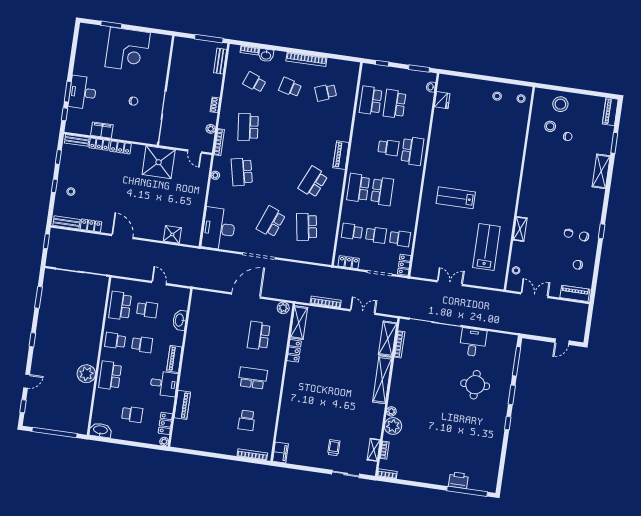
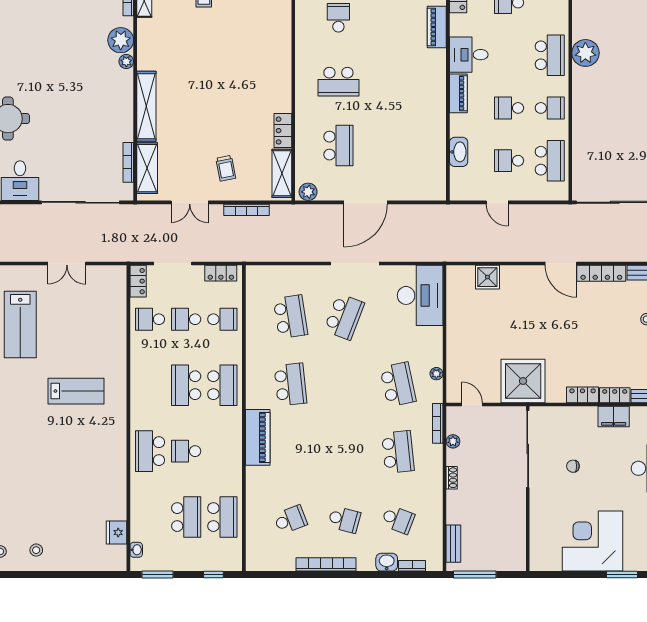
piano: (341, 155) -> (258, 437), width x1.37, depth x1.33
school desk: (313, 182) -> (290, 384), turned -30
locker: (91, 225) -> (601, 273), width x1.53
trolley: (335, 331) -> (226, 168), added

